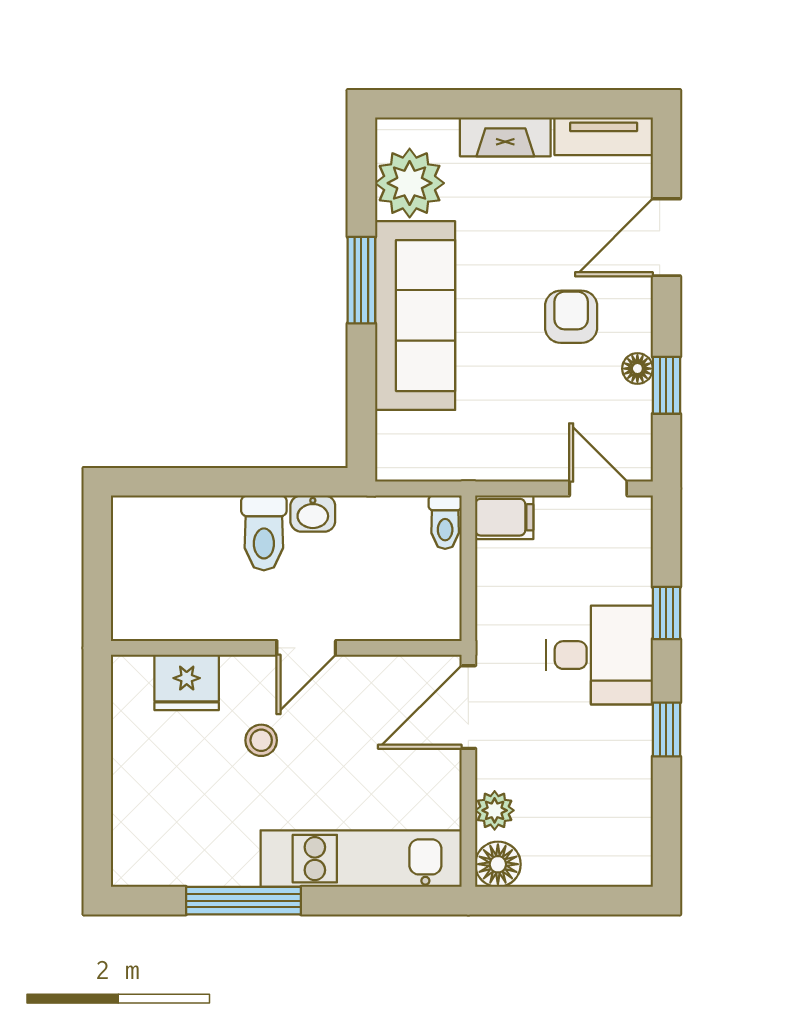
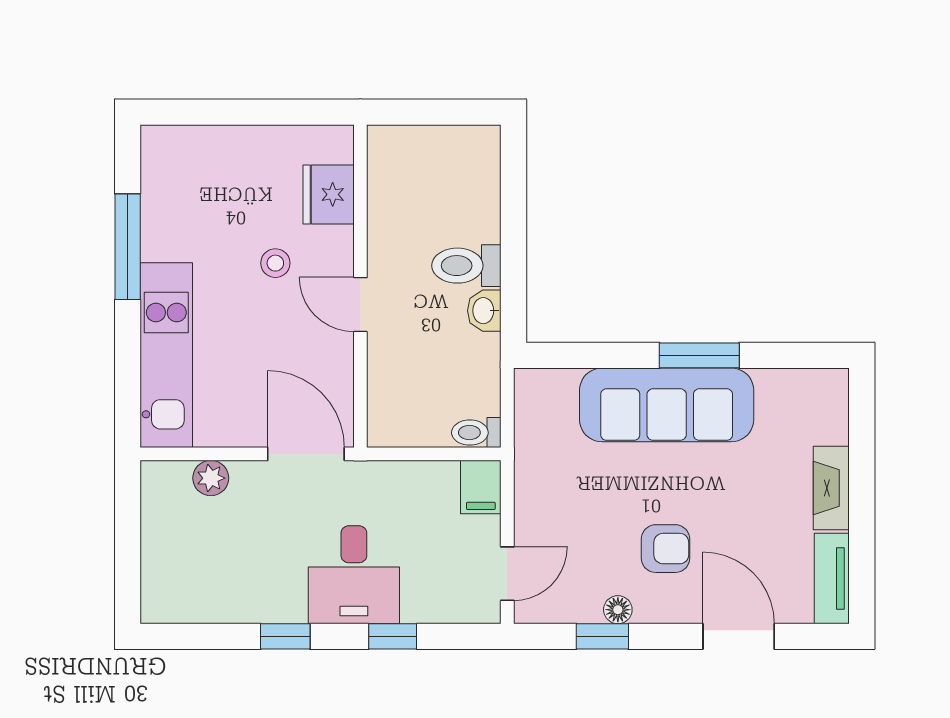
plant: (410, 183) -> (789, 400), removed
floor lamp: (498, 864) -> (161, 481), removed

